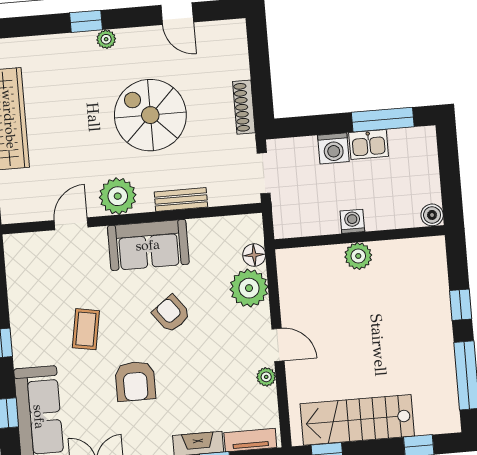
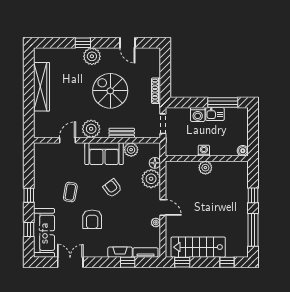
plant: (106, 39) -> (92, 56), width x1.88, depth x1.88
plant: (203, 232) -> (131, 150), added

